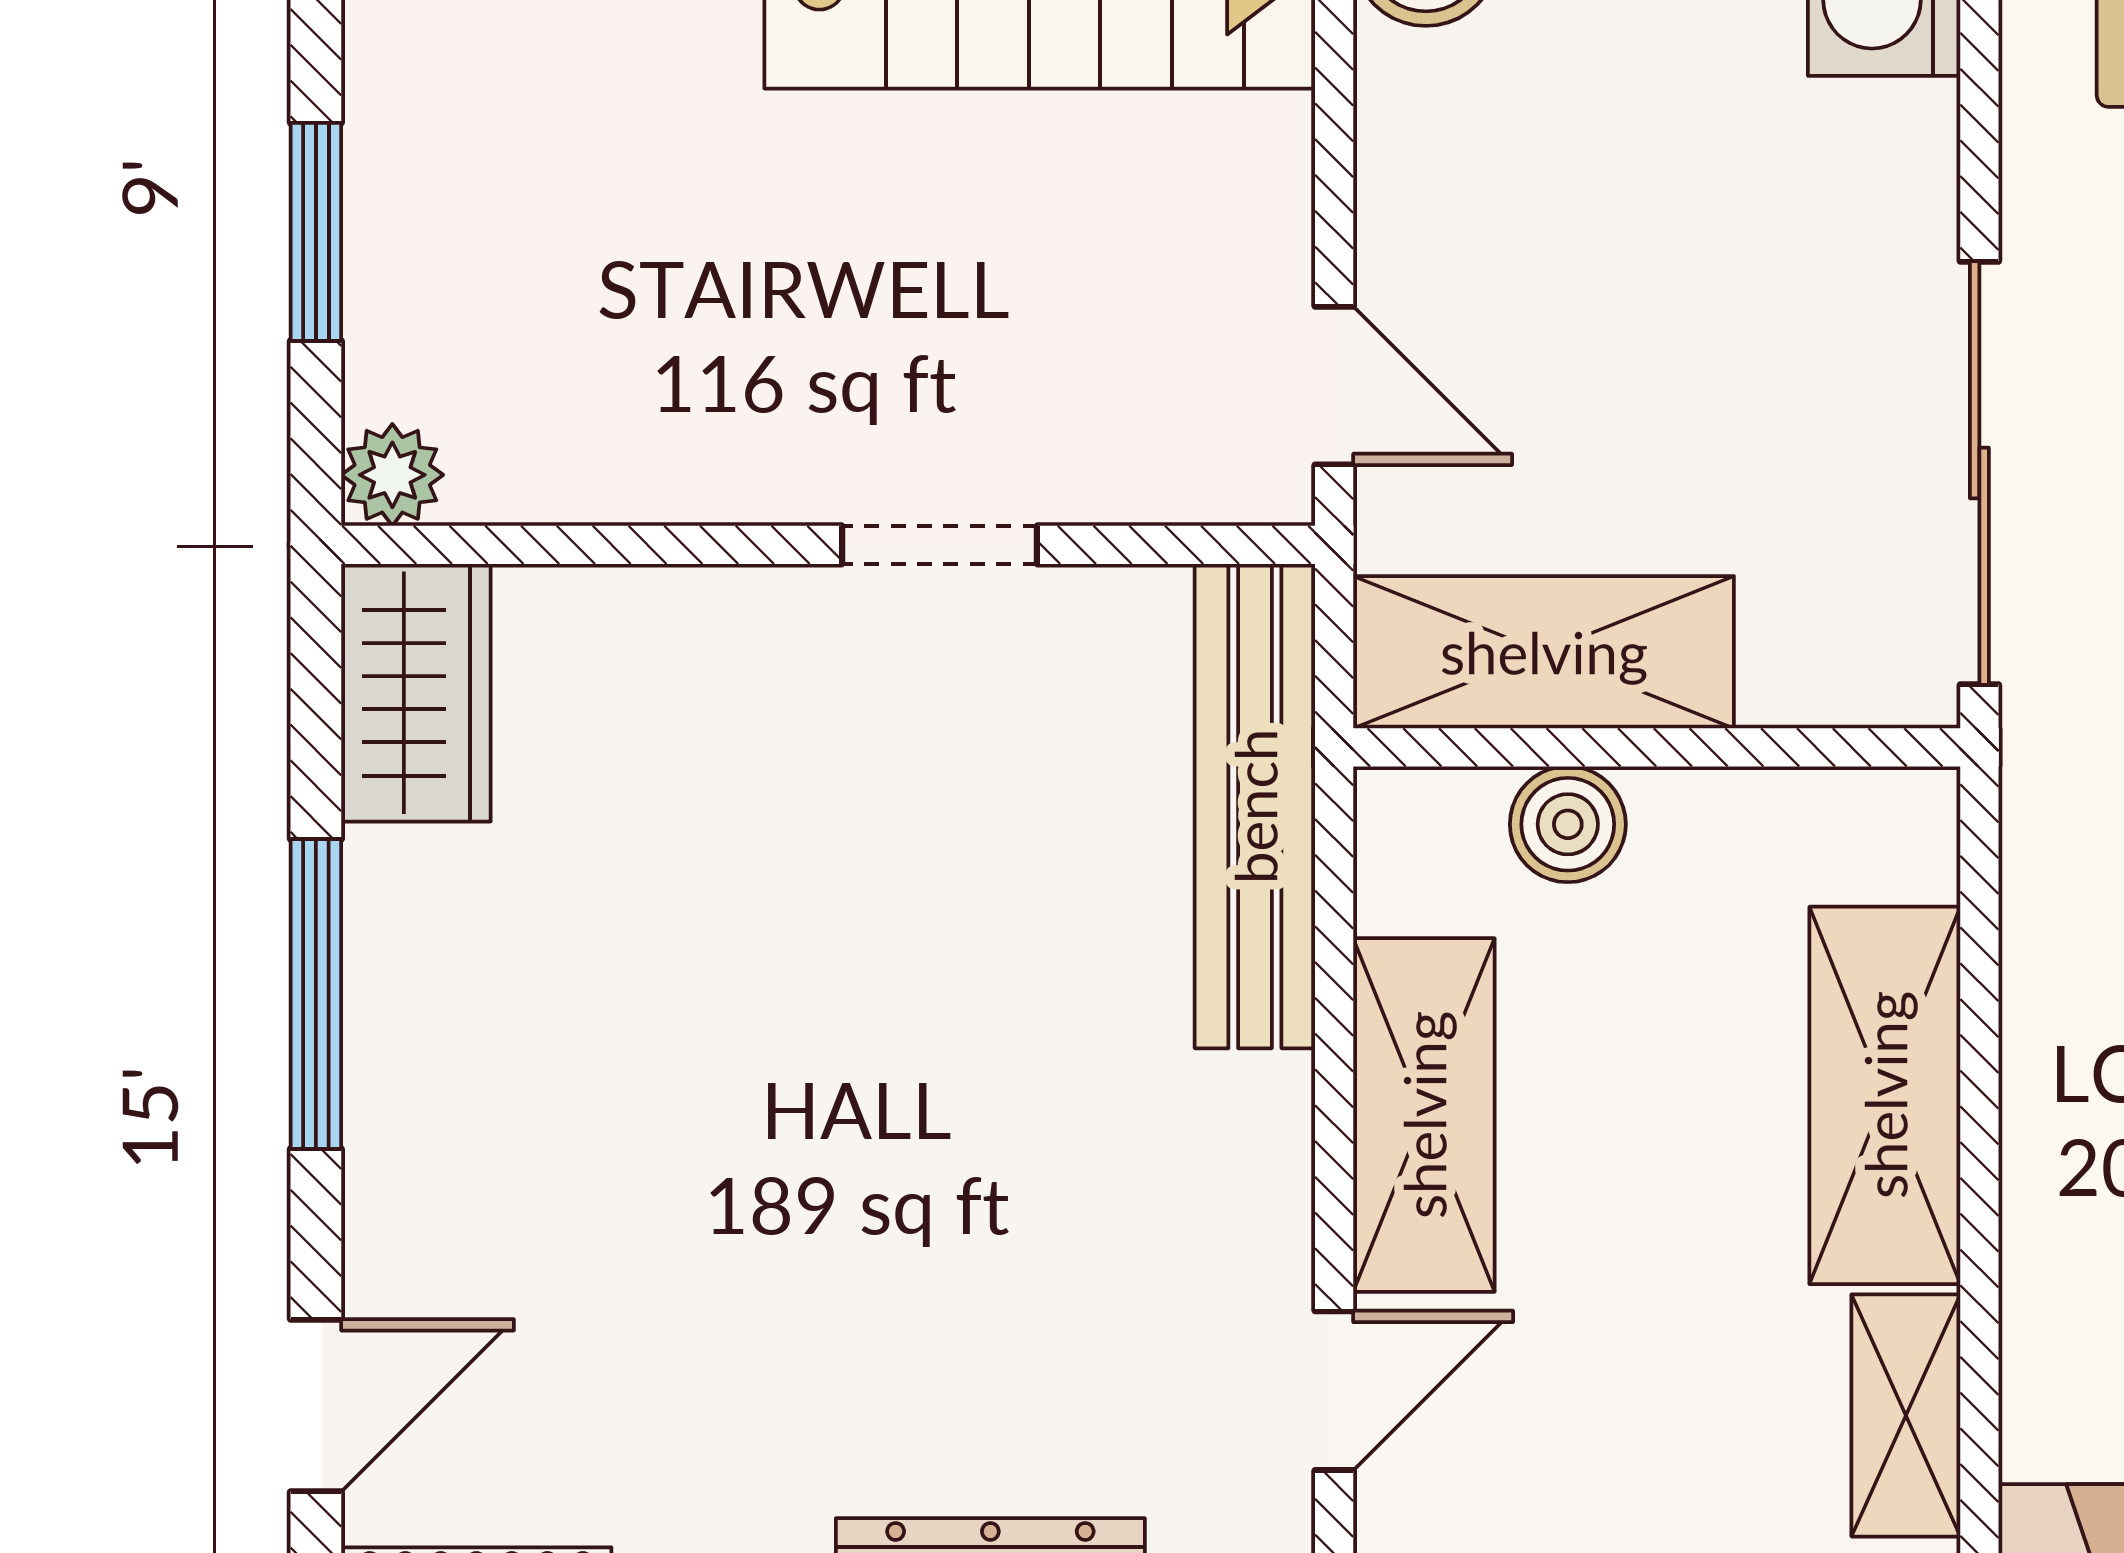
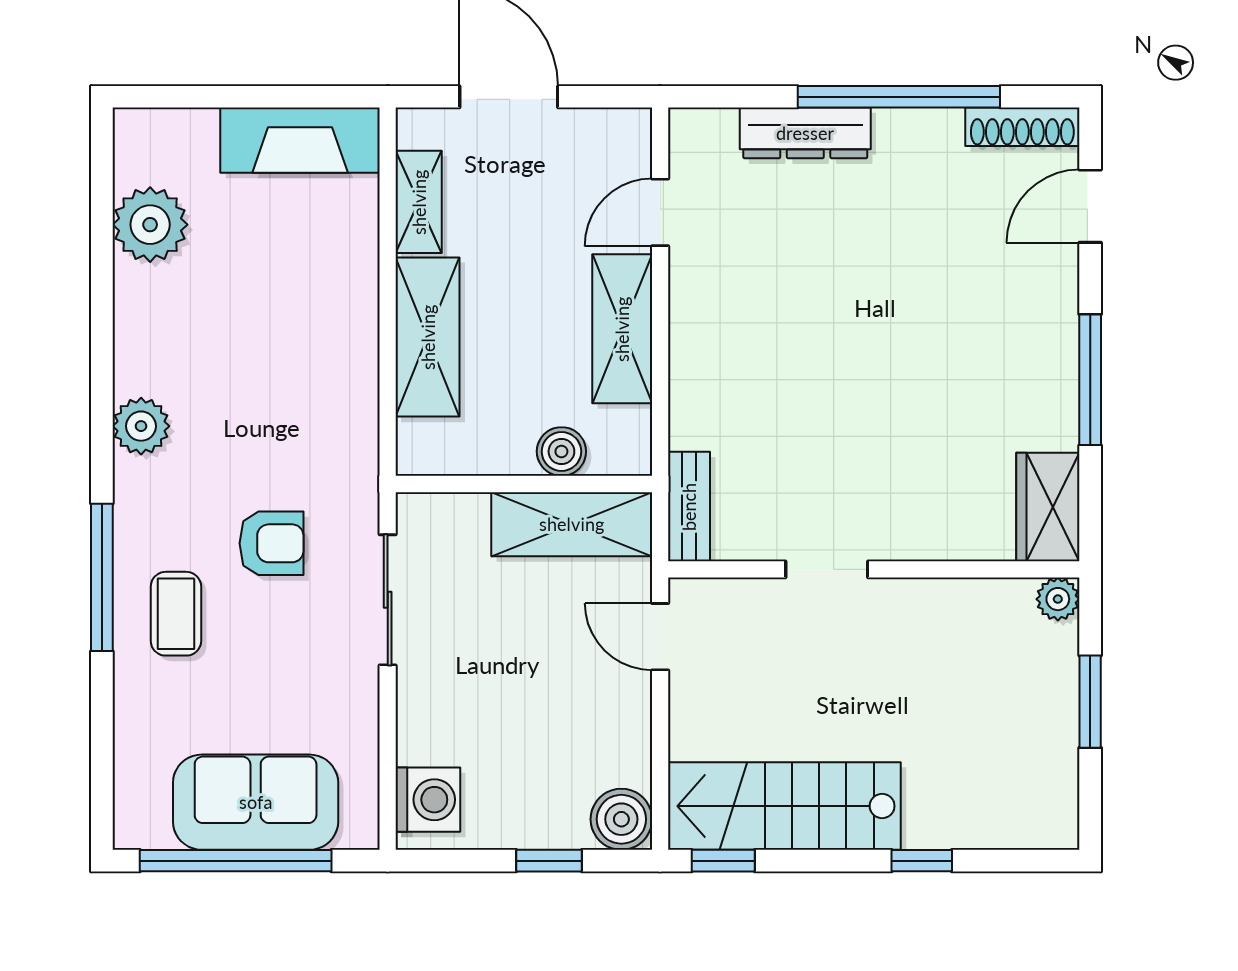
sliding door: (1979, 473) -> (388, 600), width x0.73
bench: (1255, 806) -> (689, 507), width x0.54, depth x0.82

